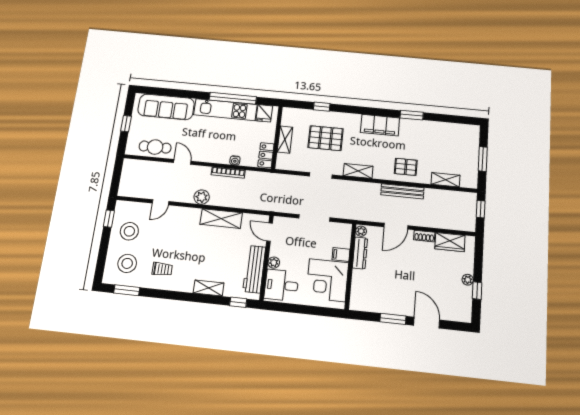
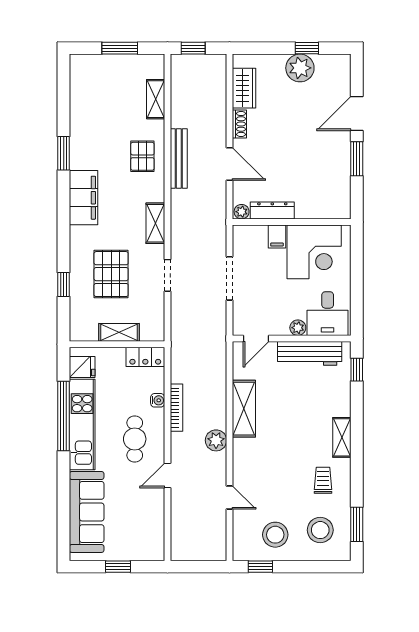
cafe table: (155, 147) -> (135, 439), moved
plant: (468, 280) -> (300, 68), width x1.88, depth x1.88
shelving: (209, 288) -> (342, 437), moved

